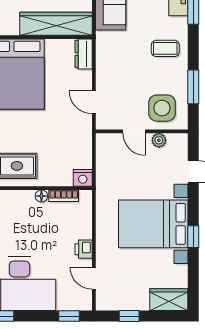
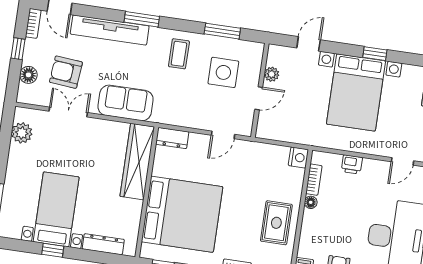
side table: (162, 108) -> (223, 72), moved
printer: (84, 249) -> (352, 164), moved

